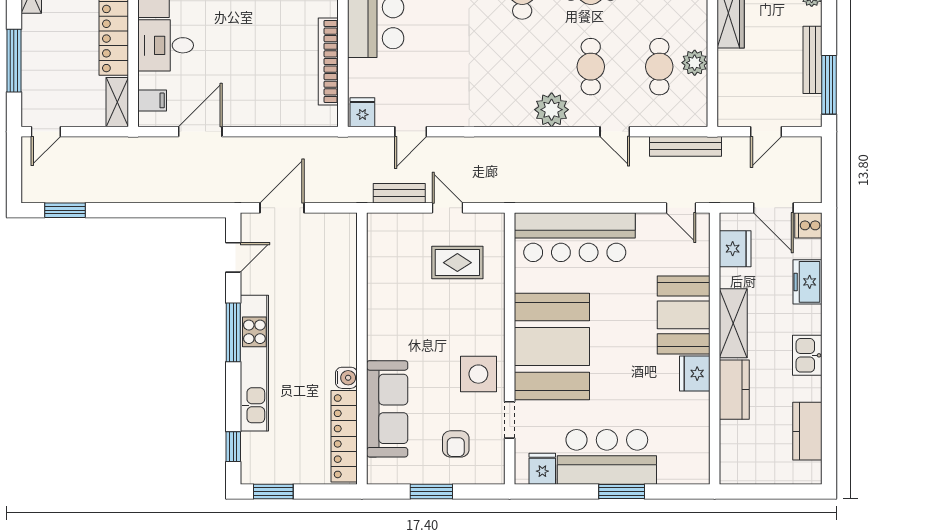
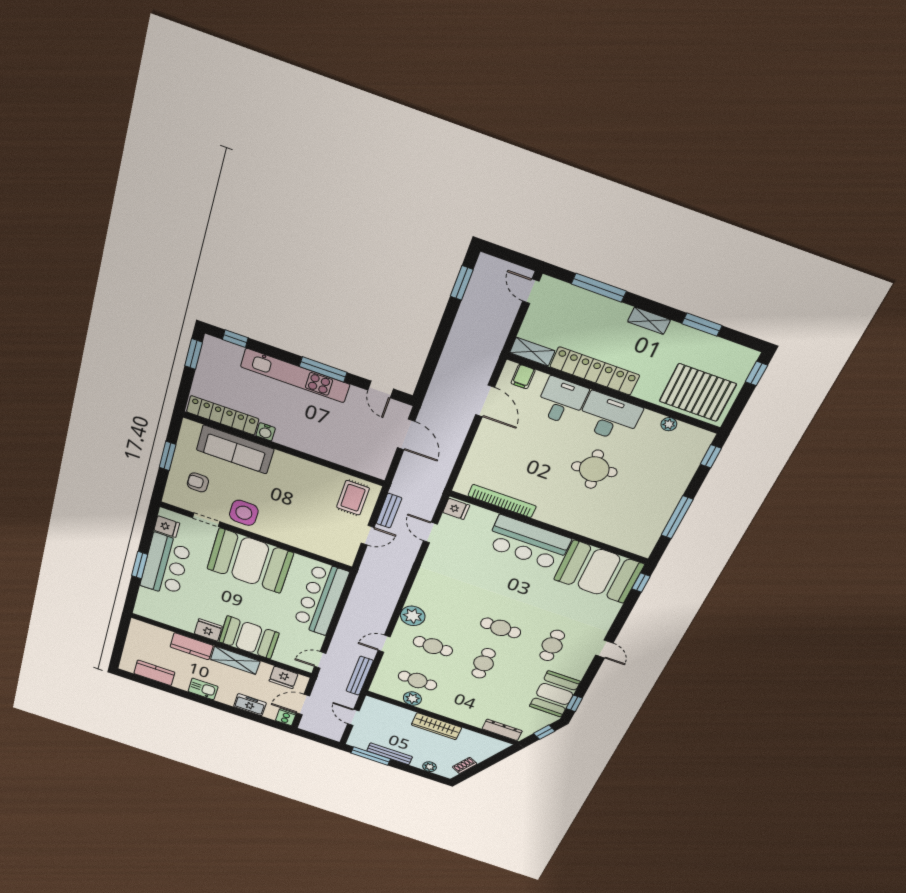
rug: (457, 263) -> (353, 498), moved

